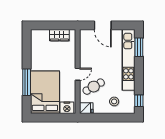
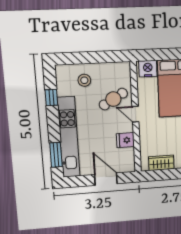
door: (78, 74) -> (136, 114), hinge flipped
window: (139, 101) -> (51, 98), moved
fridge: (86, 108) -> (125, 140), moved

